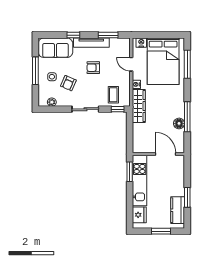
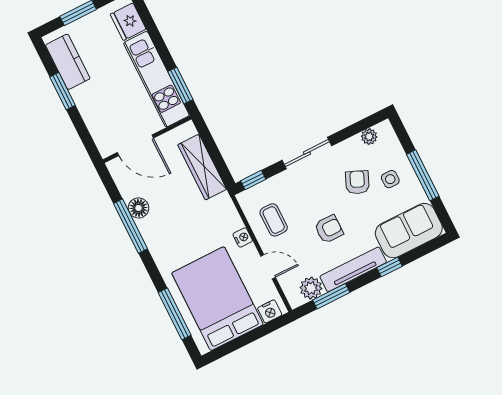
plant: (116, 44) -> (311, 288), added
coffee table: (113, 95) -> (274, 220), moved
wardrobe: (139, 106) -> (202, 167), moved

